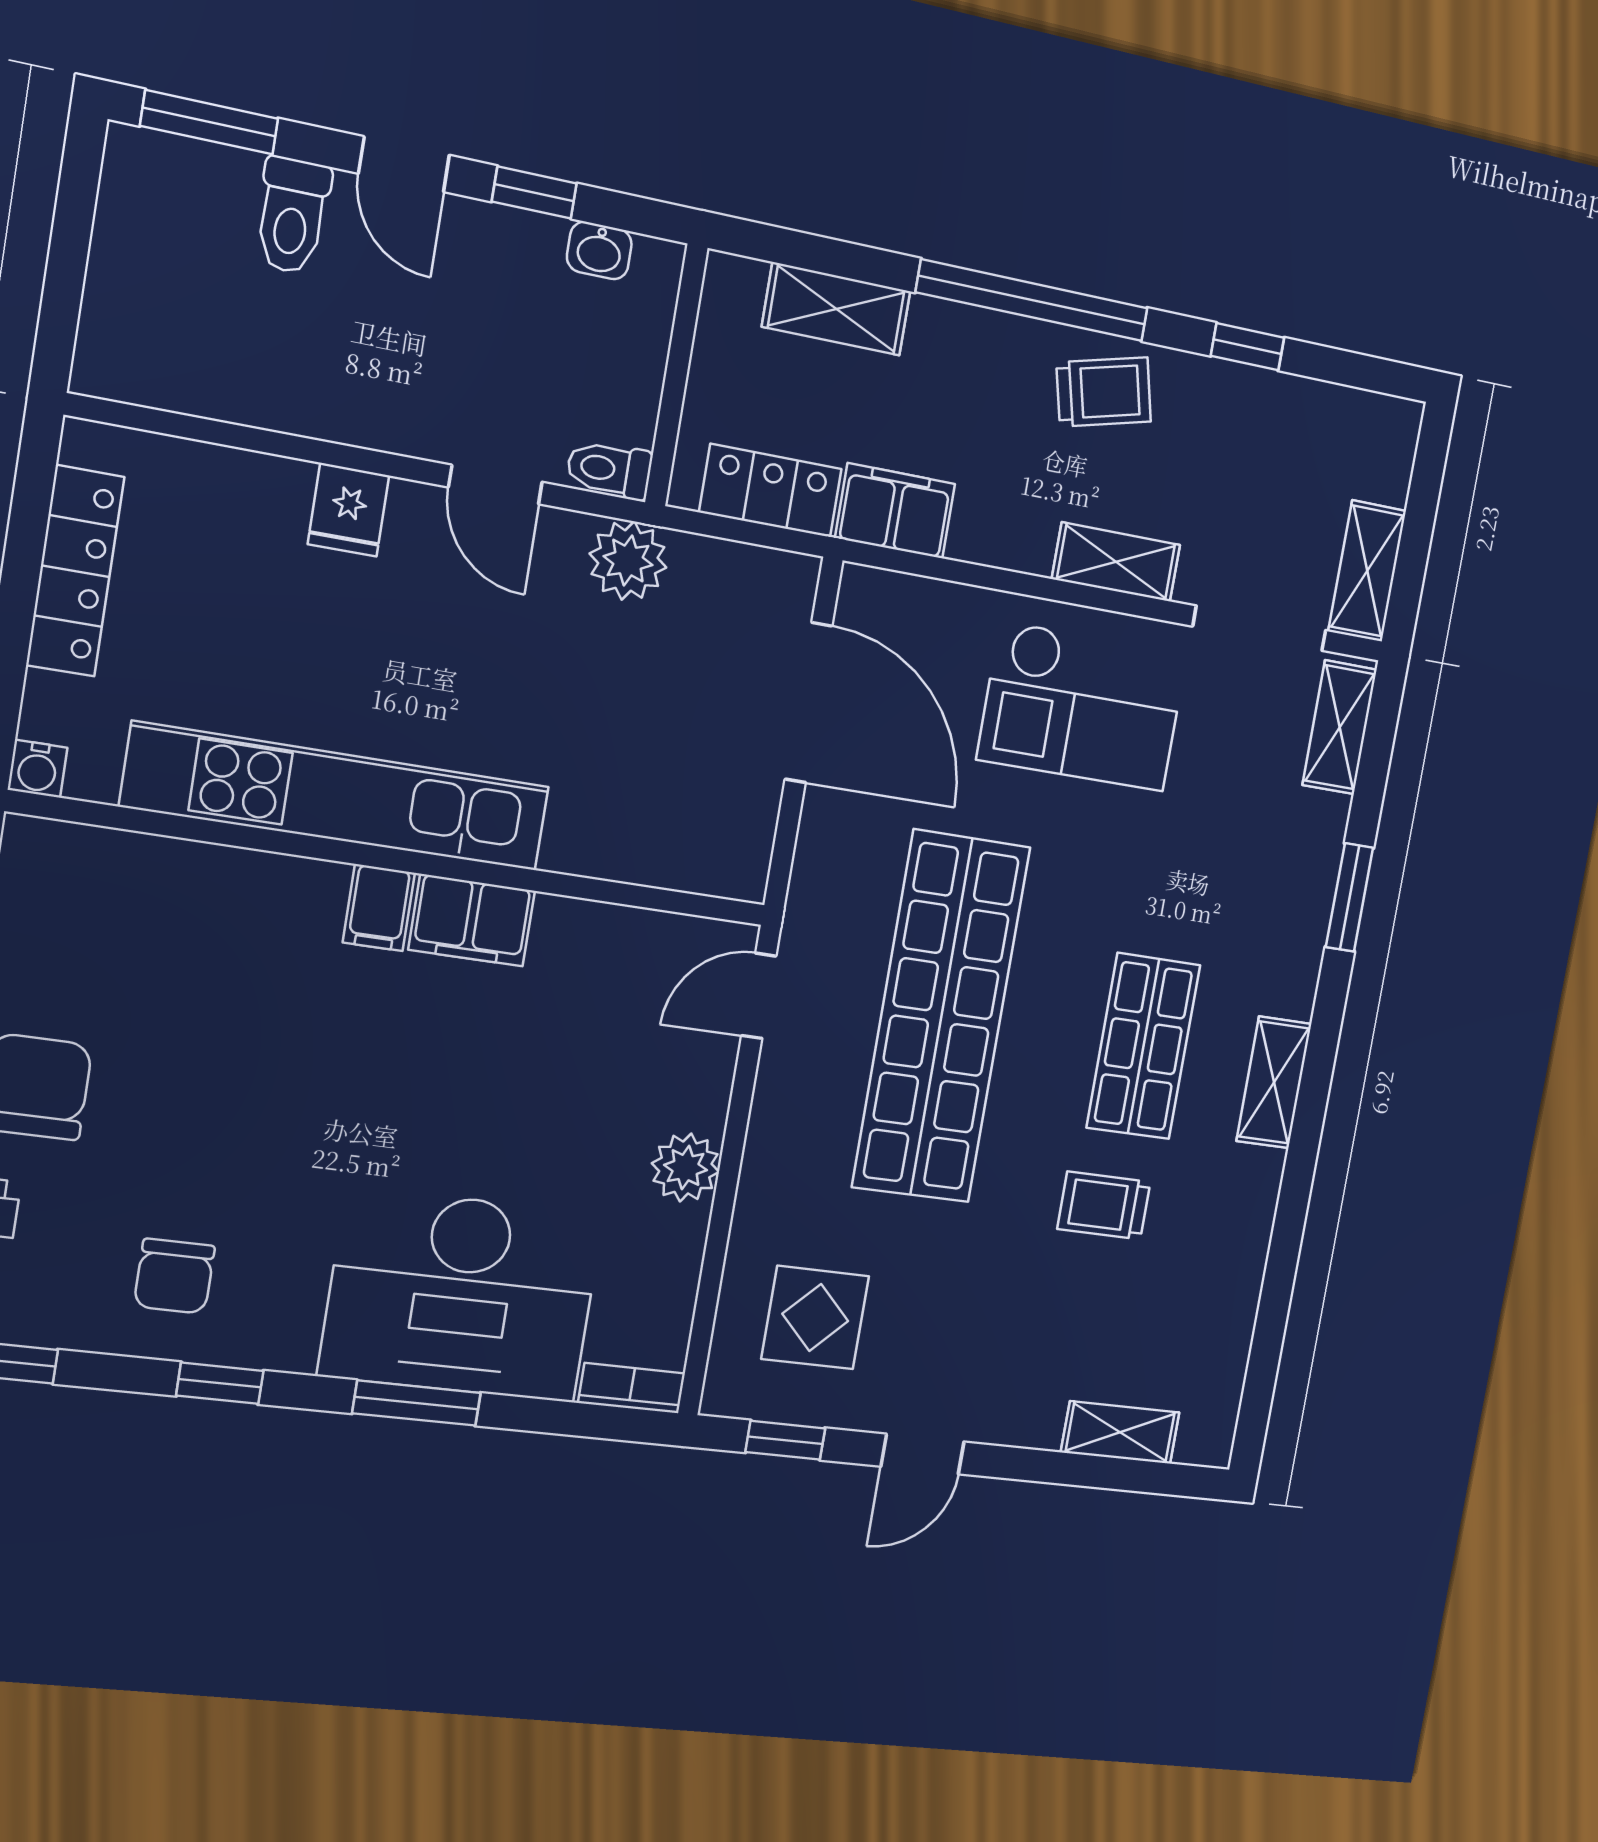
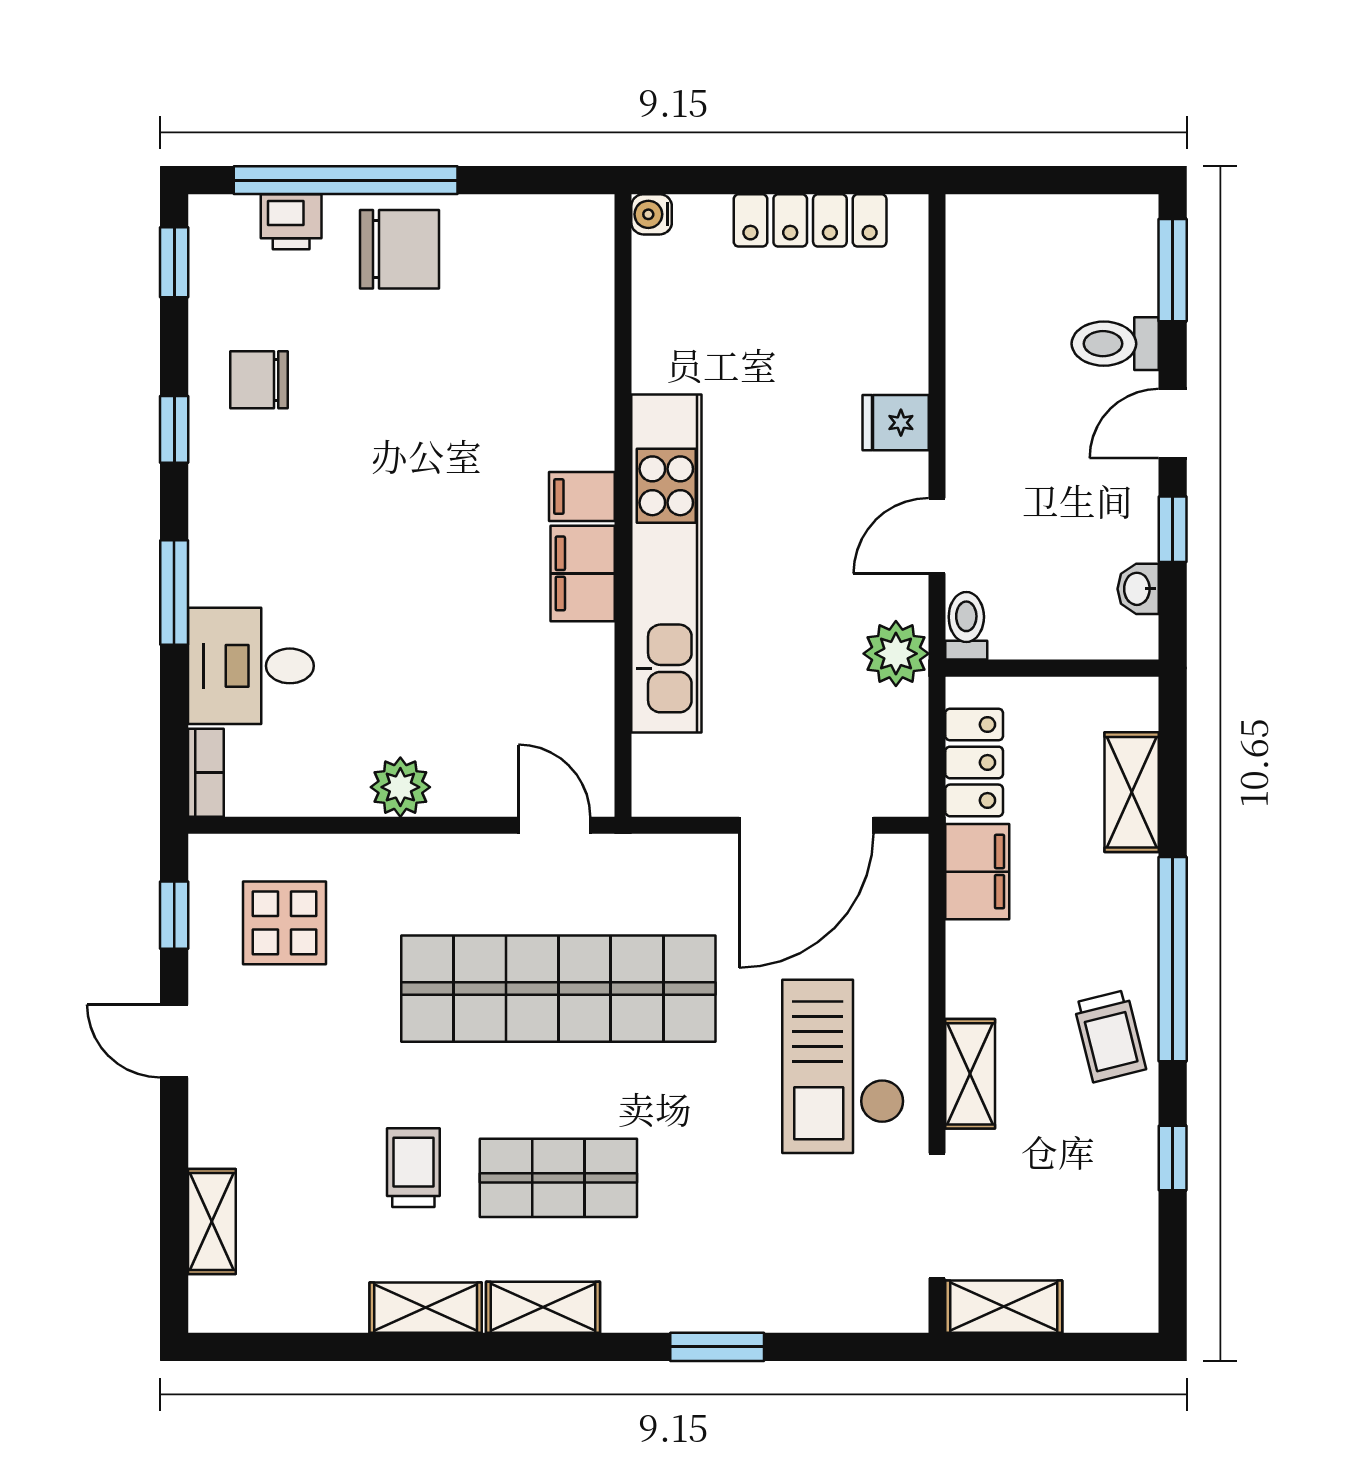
shelving: (1340, 727) -> (426, 1308), moved
kitchen unit: (337, 797) -> (666, 564), moved
desk: (461, 1295) -> (251, 666), width x0.53, depth x0.77

